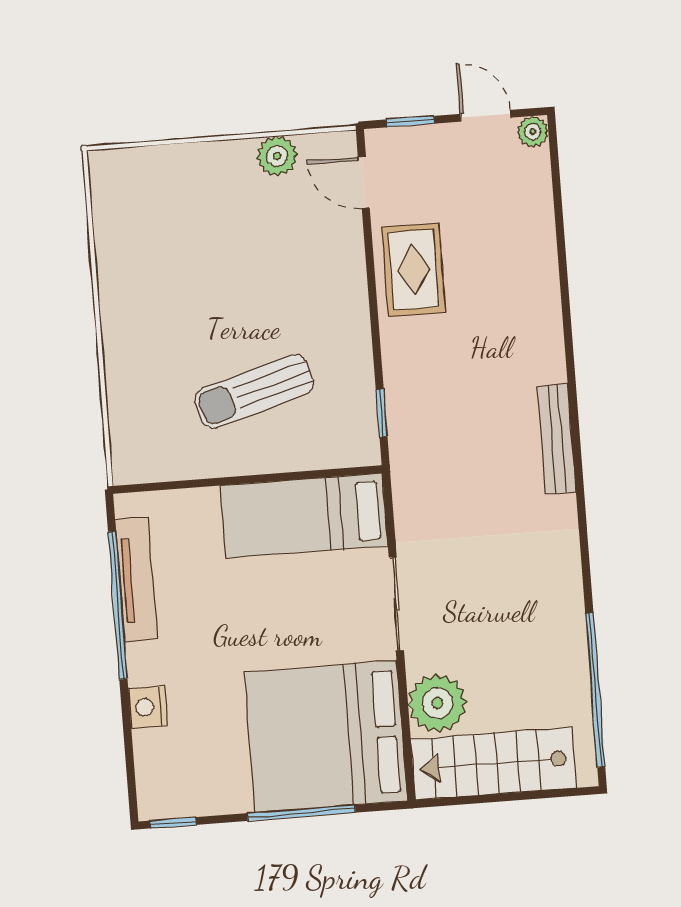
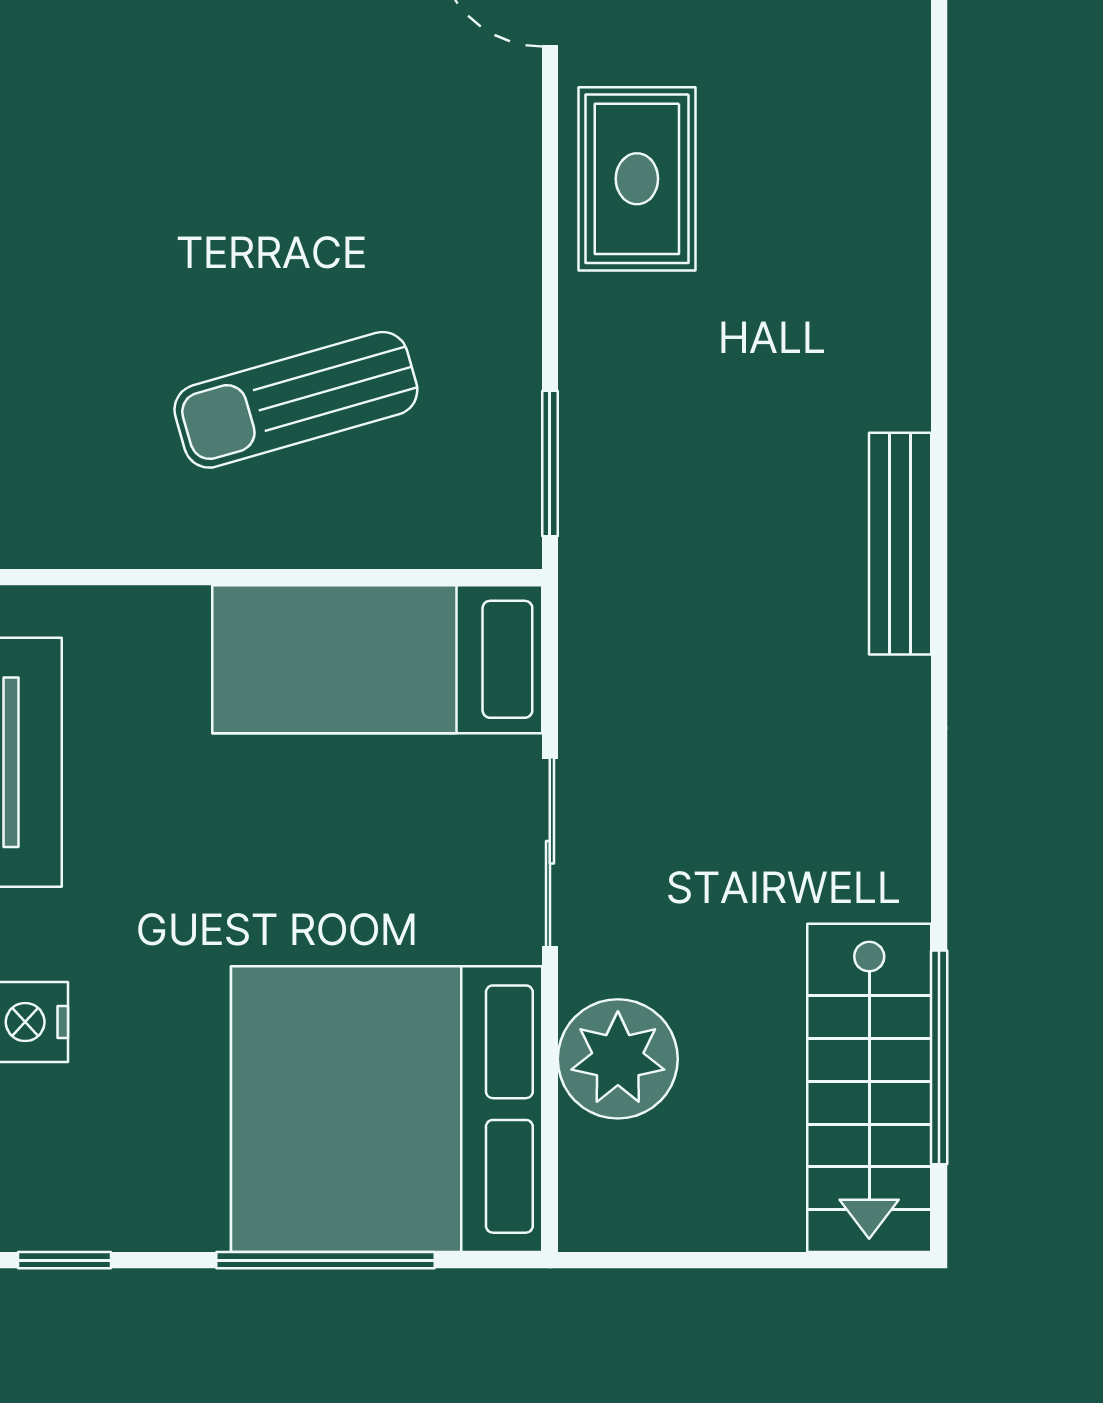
window: (382, 413) -> (550, 463), width x1.50
window: (595, 690) -> (939, 1057), width x0.68
stairs: (494, 764) -> (869, 1088), moved, turned -90

